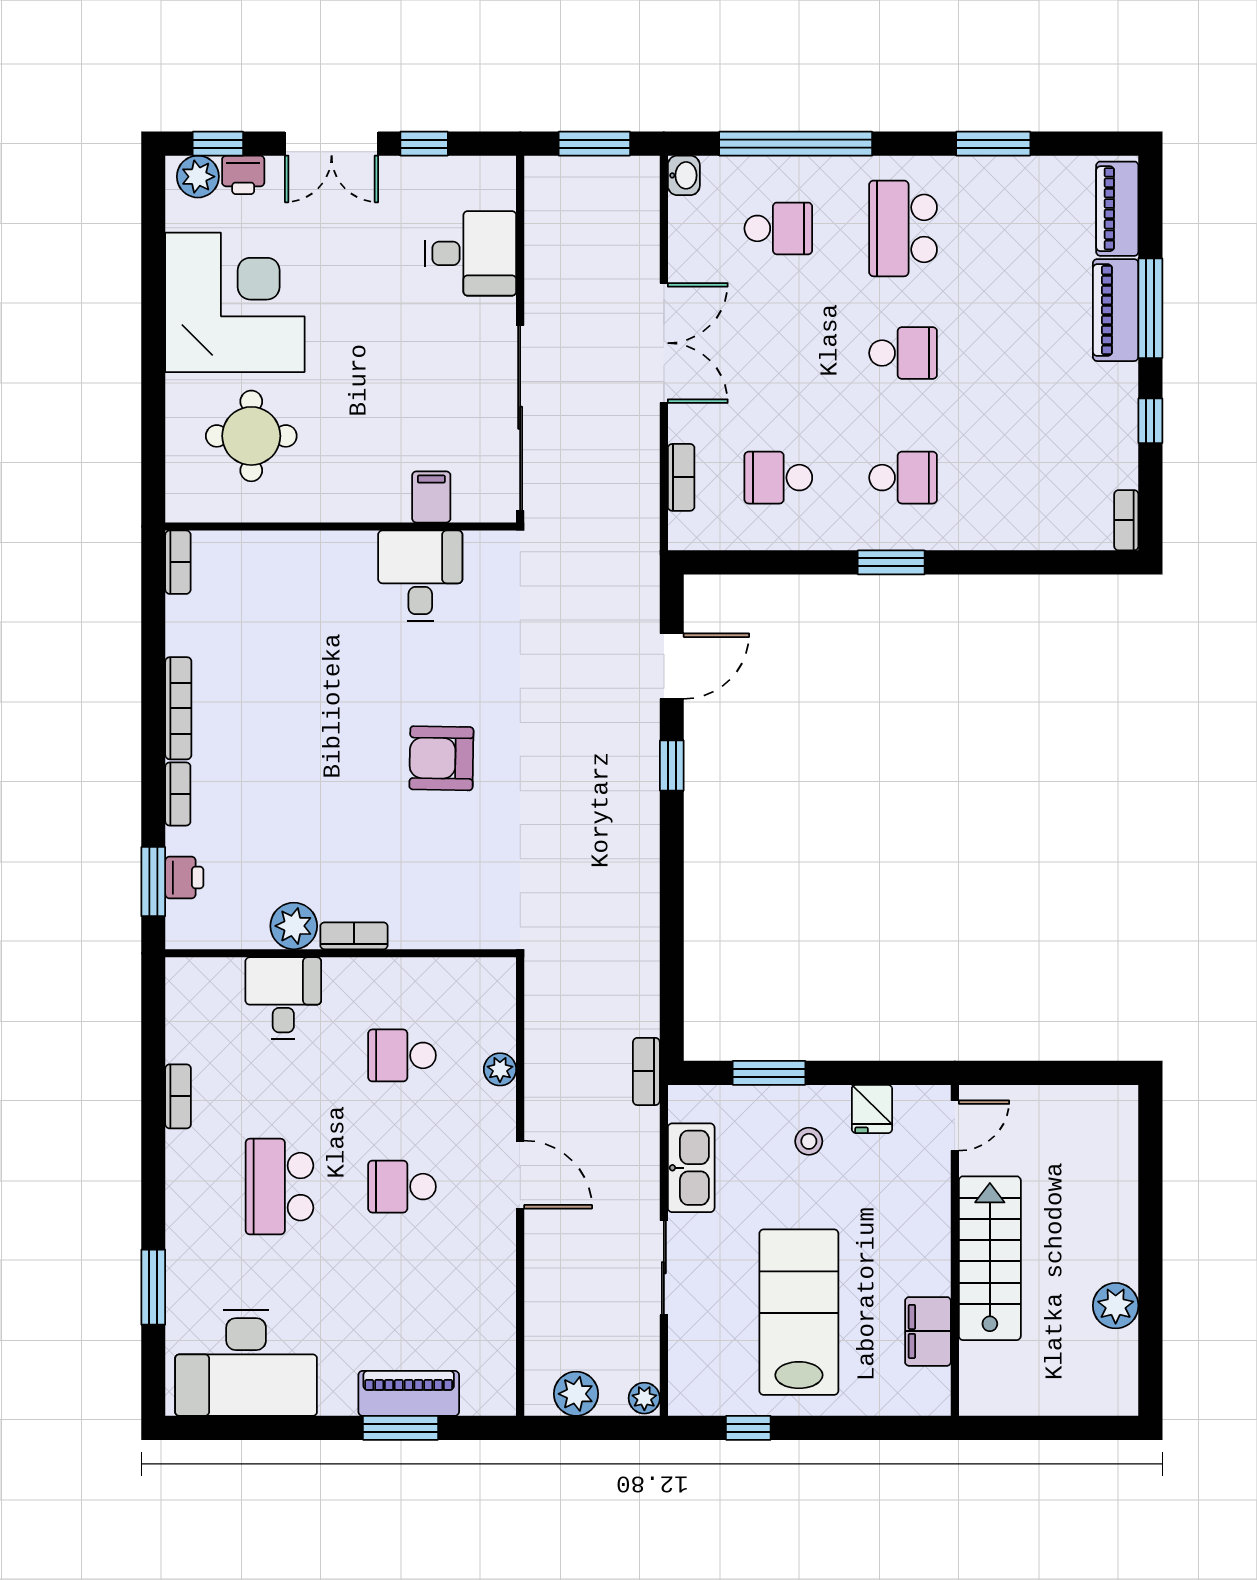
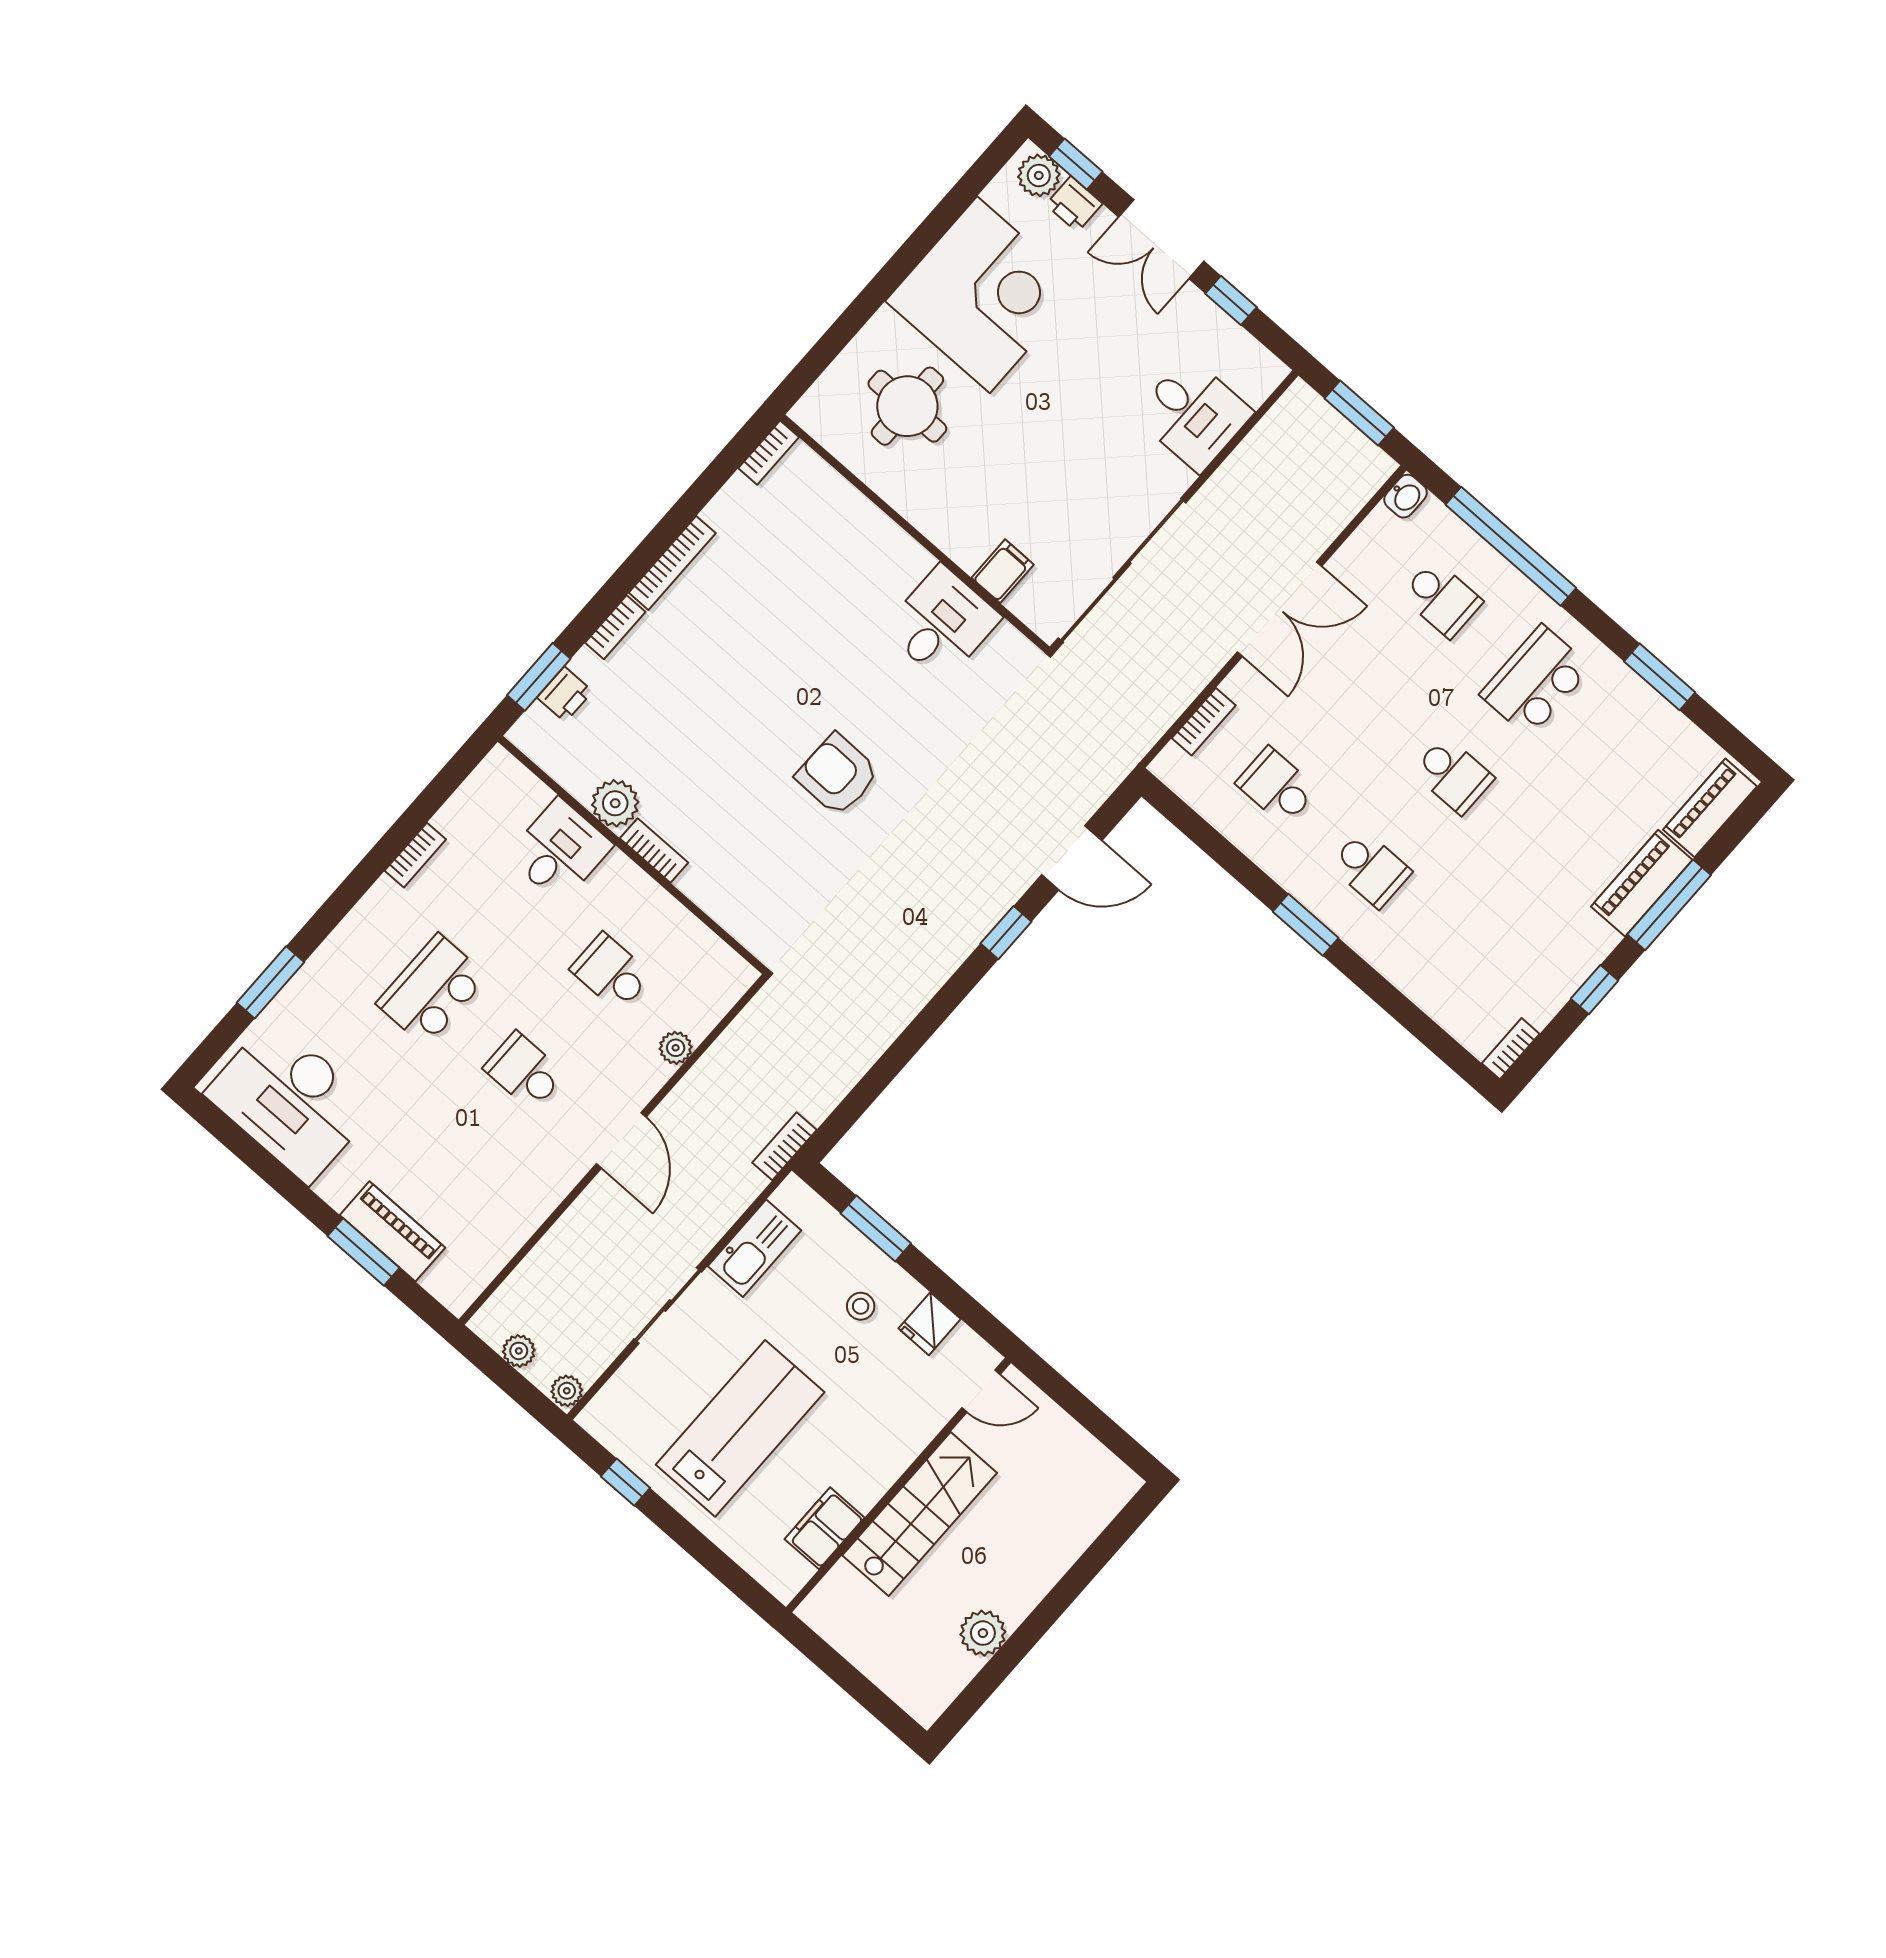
plant: (576, 1394) -> (519, 1351), width x0.73, depth x0.73

